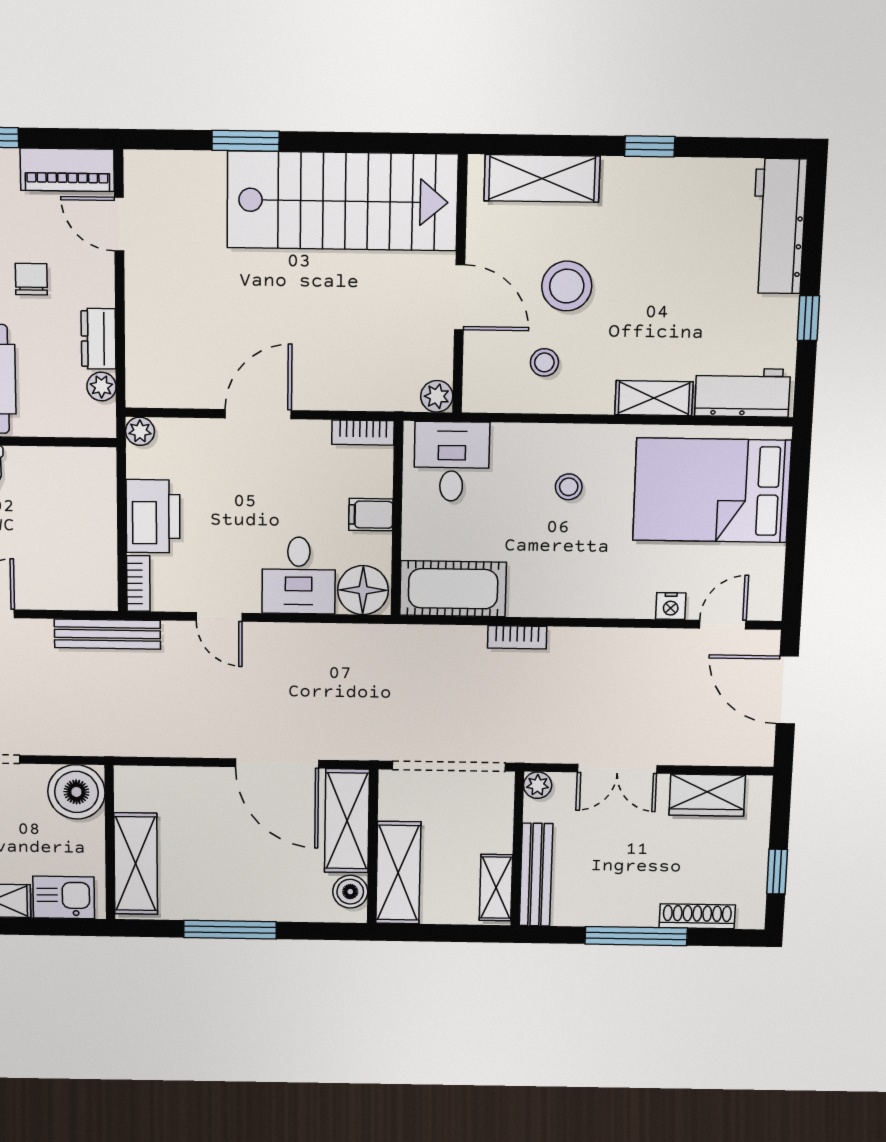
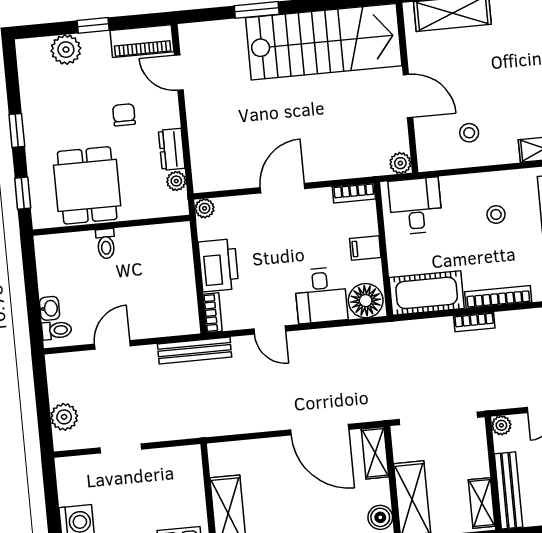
stool: (567, 286) -> (478, 81), removed
bookcase: (556, 606) -> (498, 297), added
boiler: (76, 792) -> (183, 466), removed
shelving: (347, 821) -> (375, 453), width x0.67, depth x0.75

